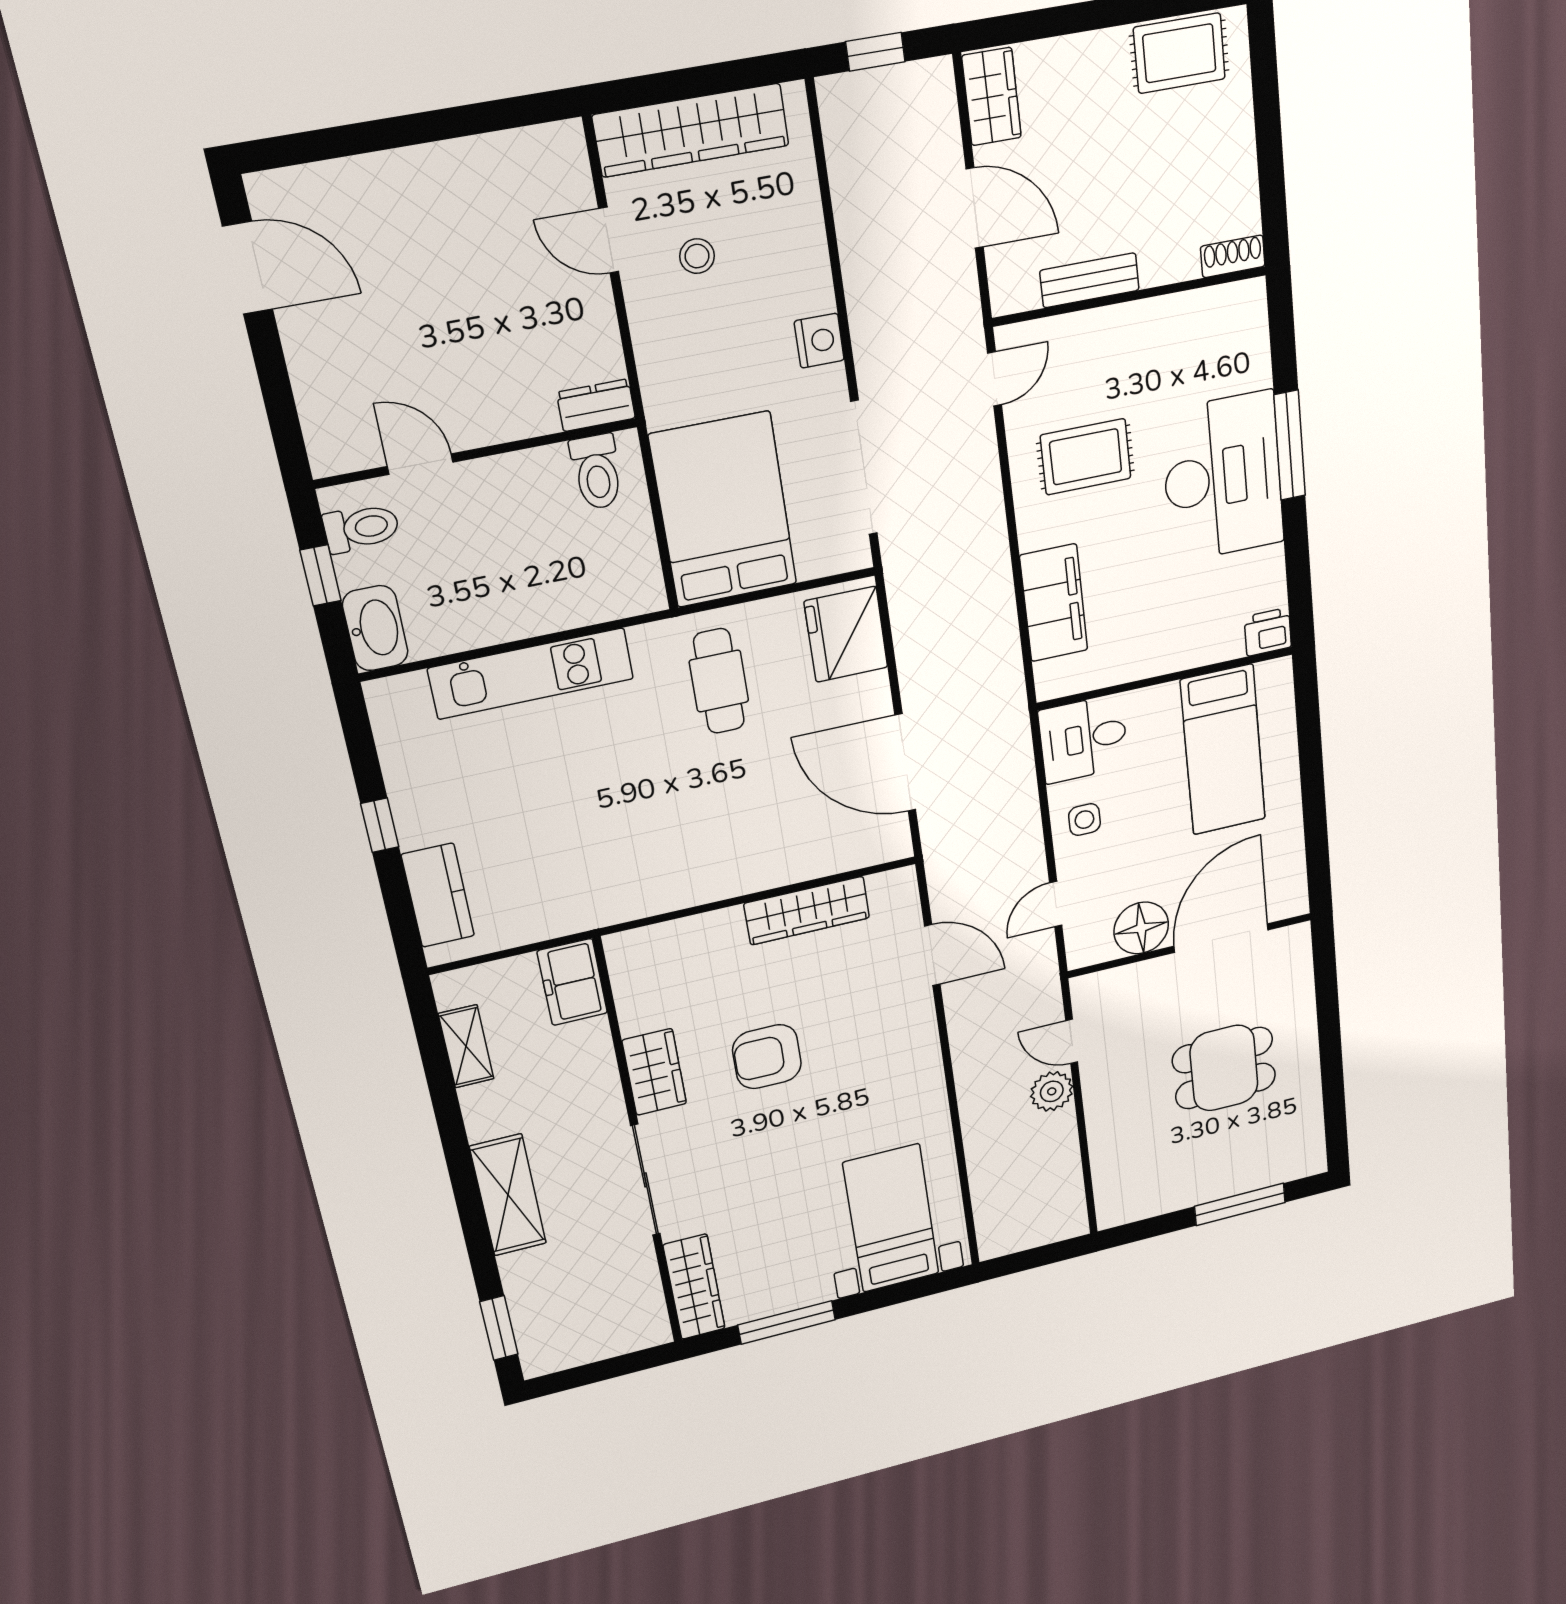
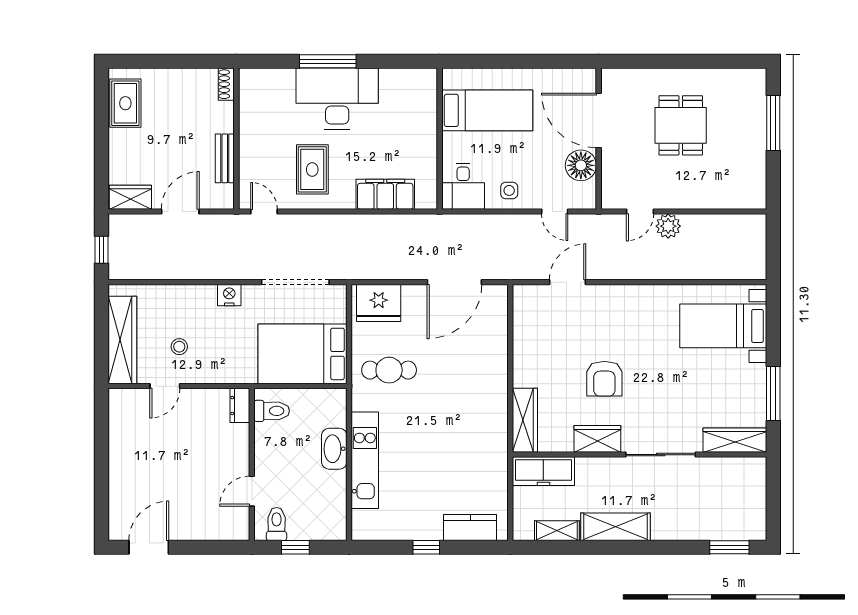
washbasin: (375, 628) -> (334, 449), moved, turned -90
printer: (1268, 632) -> (426, 80), removed
wardrobe: (807, 911) -> (525, 420), moved
freezer: (572, 982) -> (543, 471), width x1.40
shelving: (508, 1195) -> (616, 527), moved

